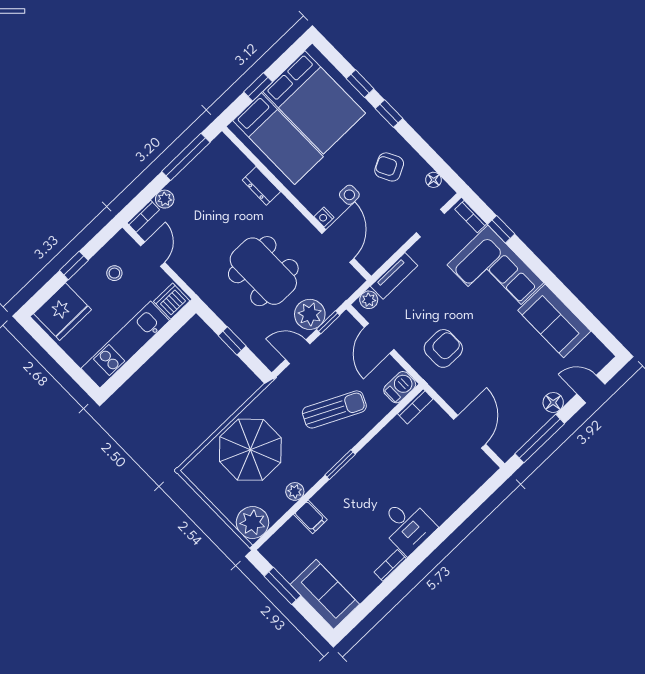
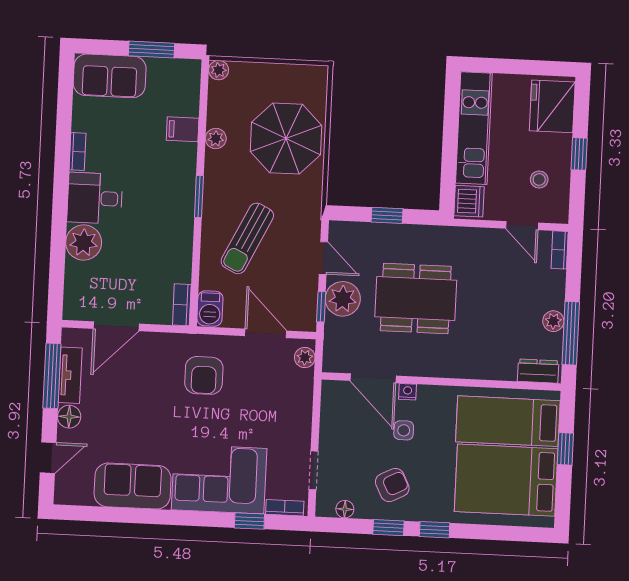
window: (360, 84) -> (389, 528), moved
dresser: (261, 186) -> (538, 371), moved
plant: (165, 199) -> (553, 321), moved
tv unit: (394, 276) -> (70, 375), moved, turned 180
door: (298, 352) -> (323, 258), hinge flipped
door: (470, 432) -> (116, 326), hinge flipped
plant: (440, 504) -> (84, 242), added
plant: (253, 522) -> (219, 70), width x0.53, depth x0.53

